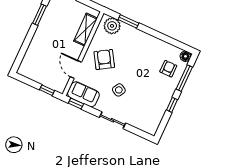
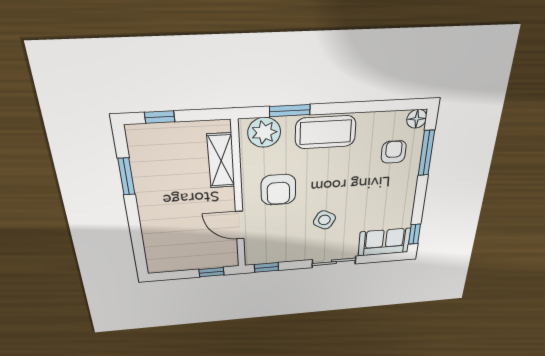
coffee table: (140, 41) -> (326, 132), added
armchair: (104, 60) -> (278, 190), turned -148
sofa: (83, 94) -> (384, 242), moved
window: (172, 105) -> (415, 234), moved

